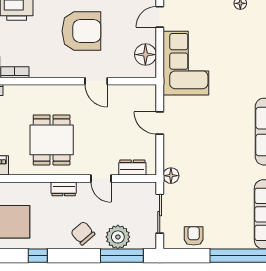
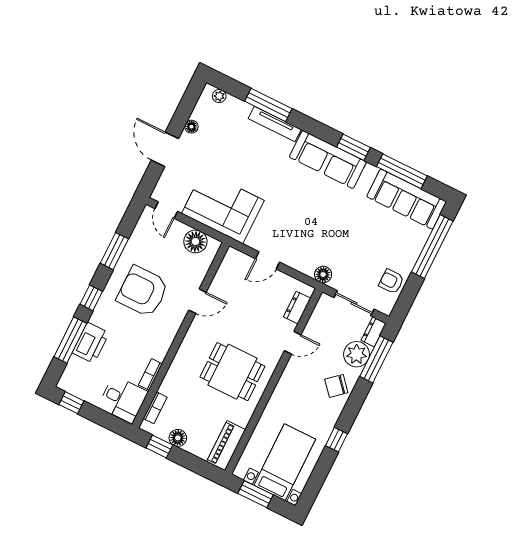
armchair: (81, 31) -> (143, 291), turned -90
dresser: (64, 189) -> (374, 332), moved, turned 180

